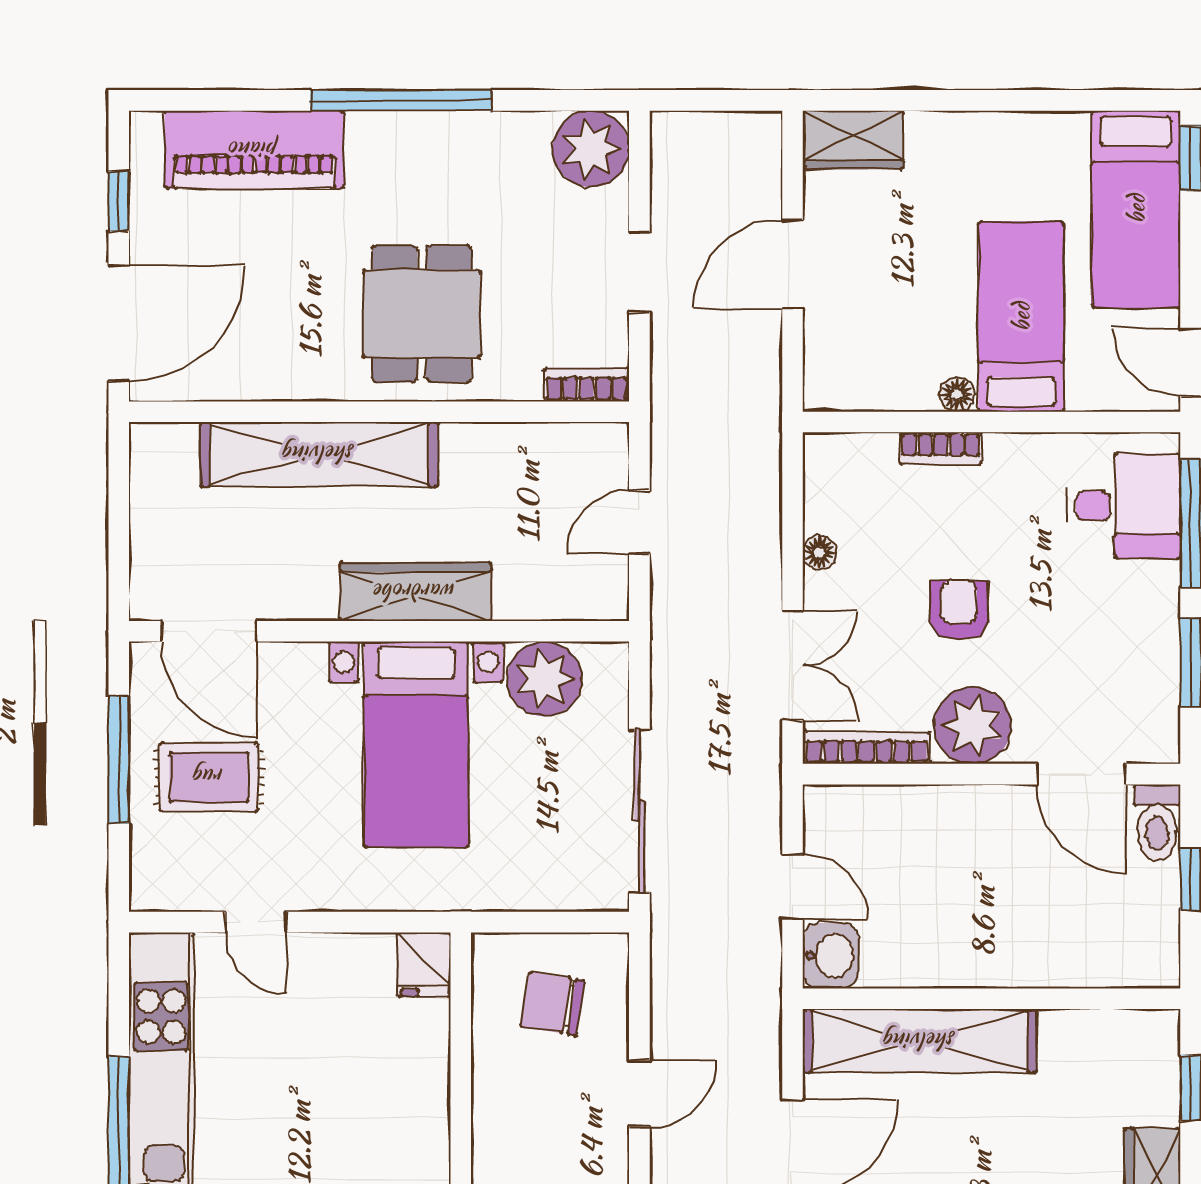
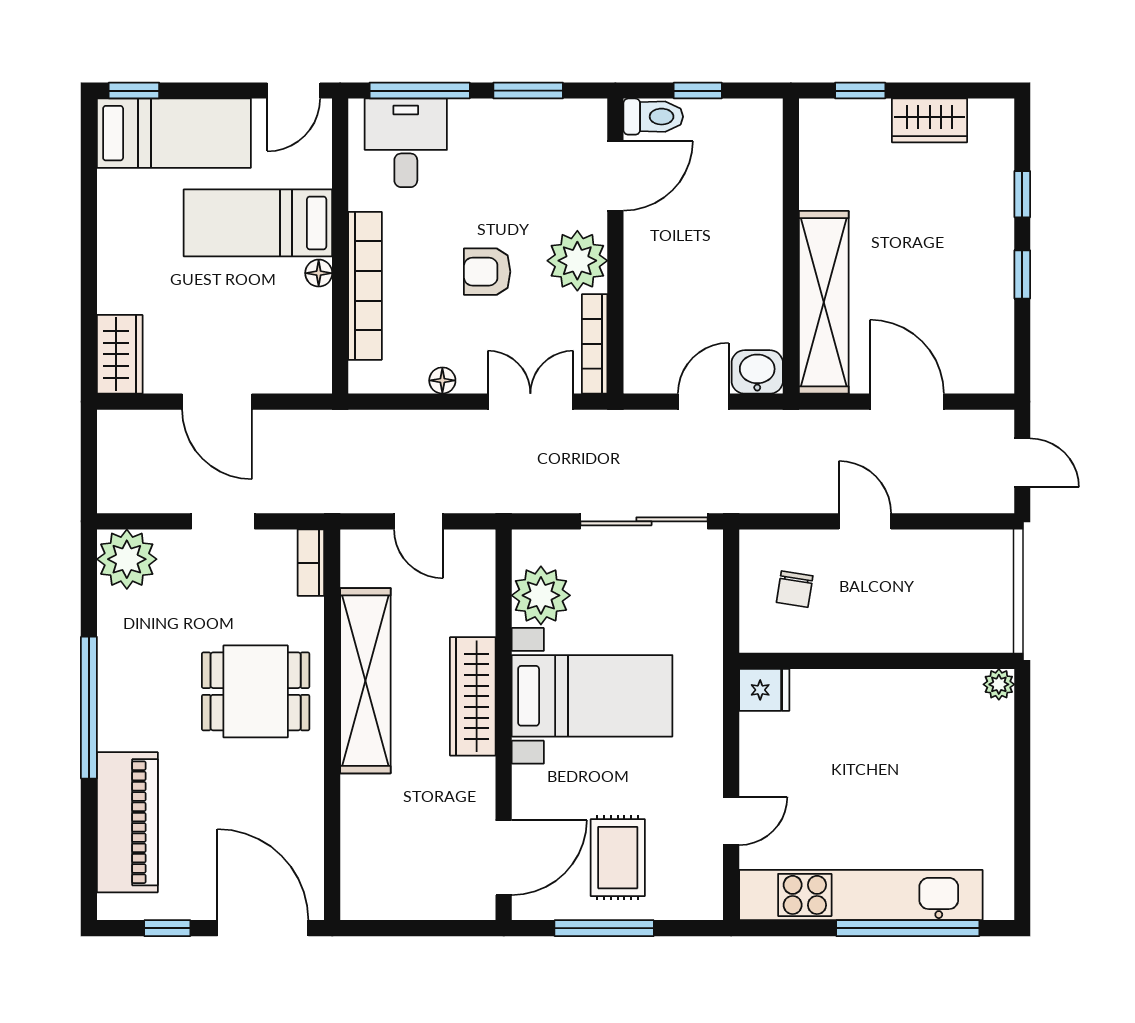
bookcase: (941, 449) -> (365, 286), width x2.31, depth x1.31
shelving: (319, 454) -> (365, 681), moved
chair: (553, 1004) -> (795, 589), width x0.73, depth x0.73

